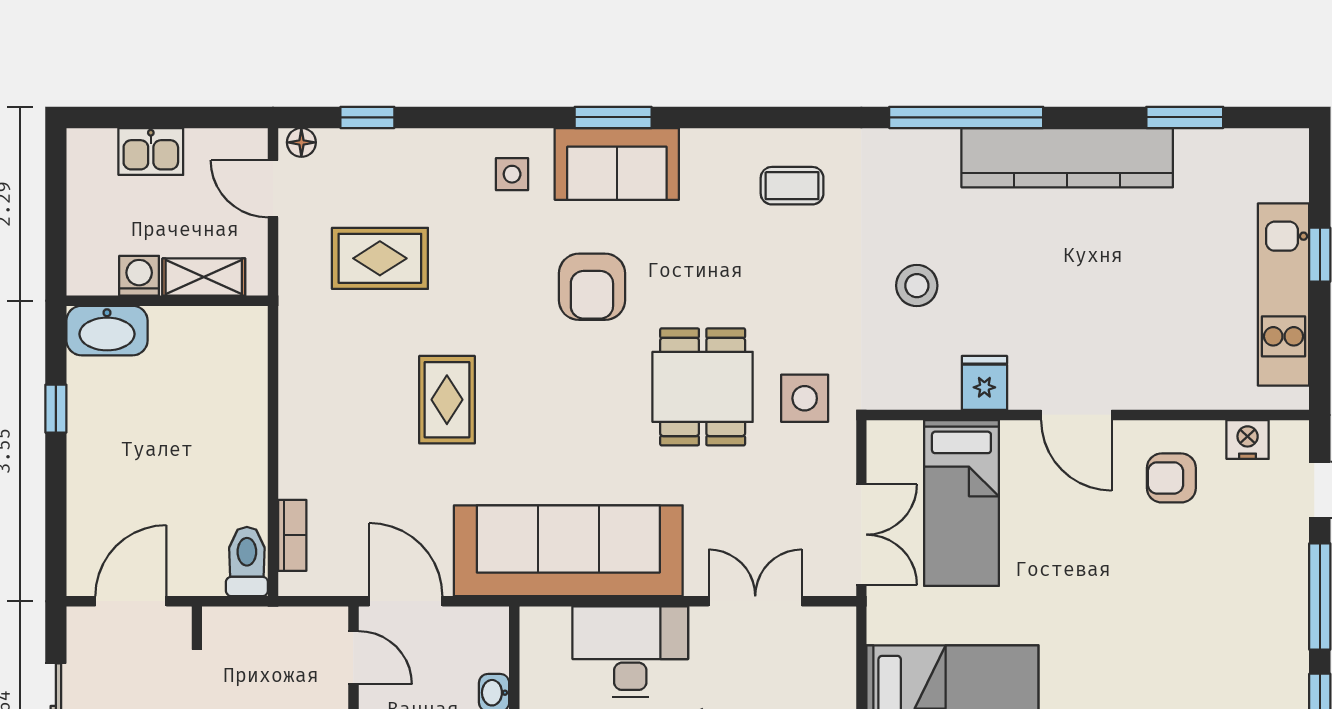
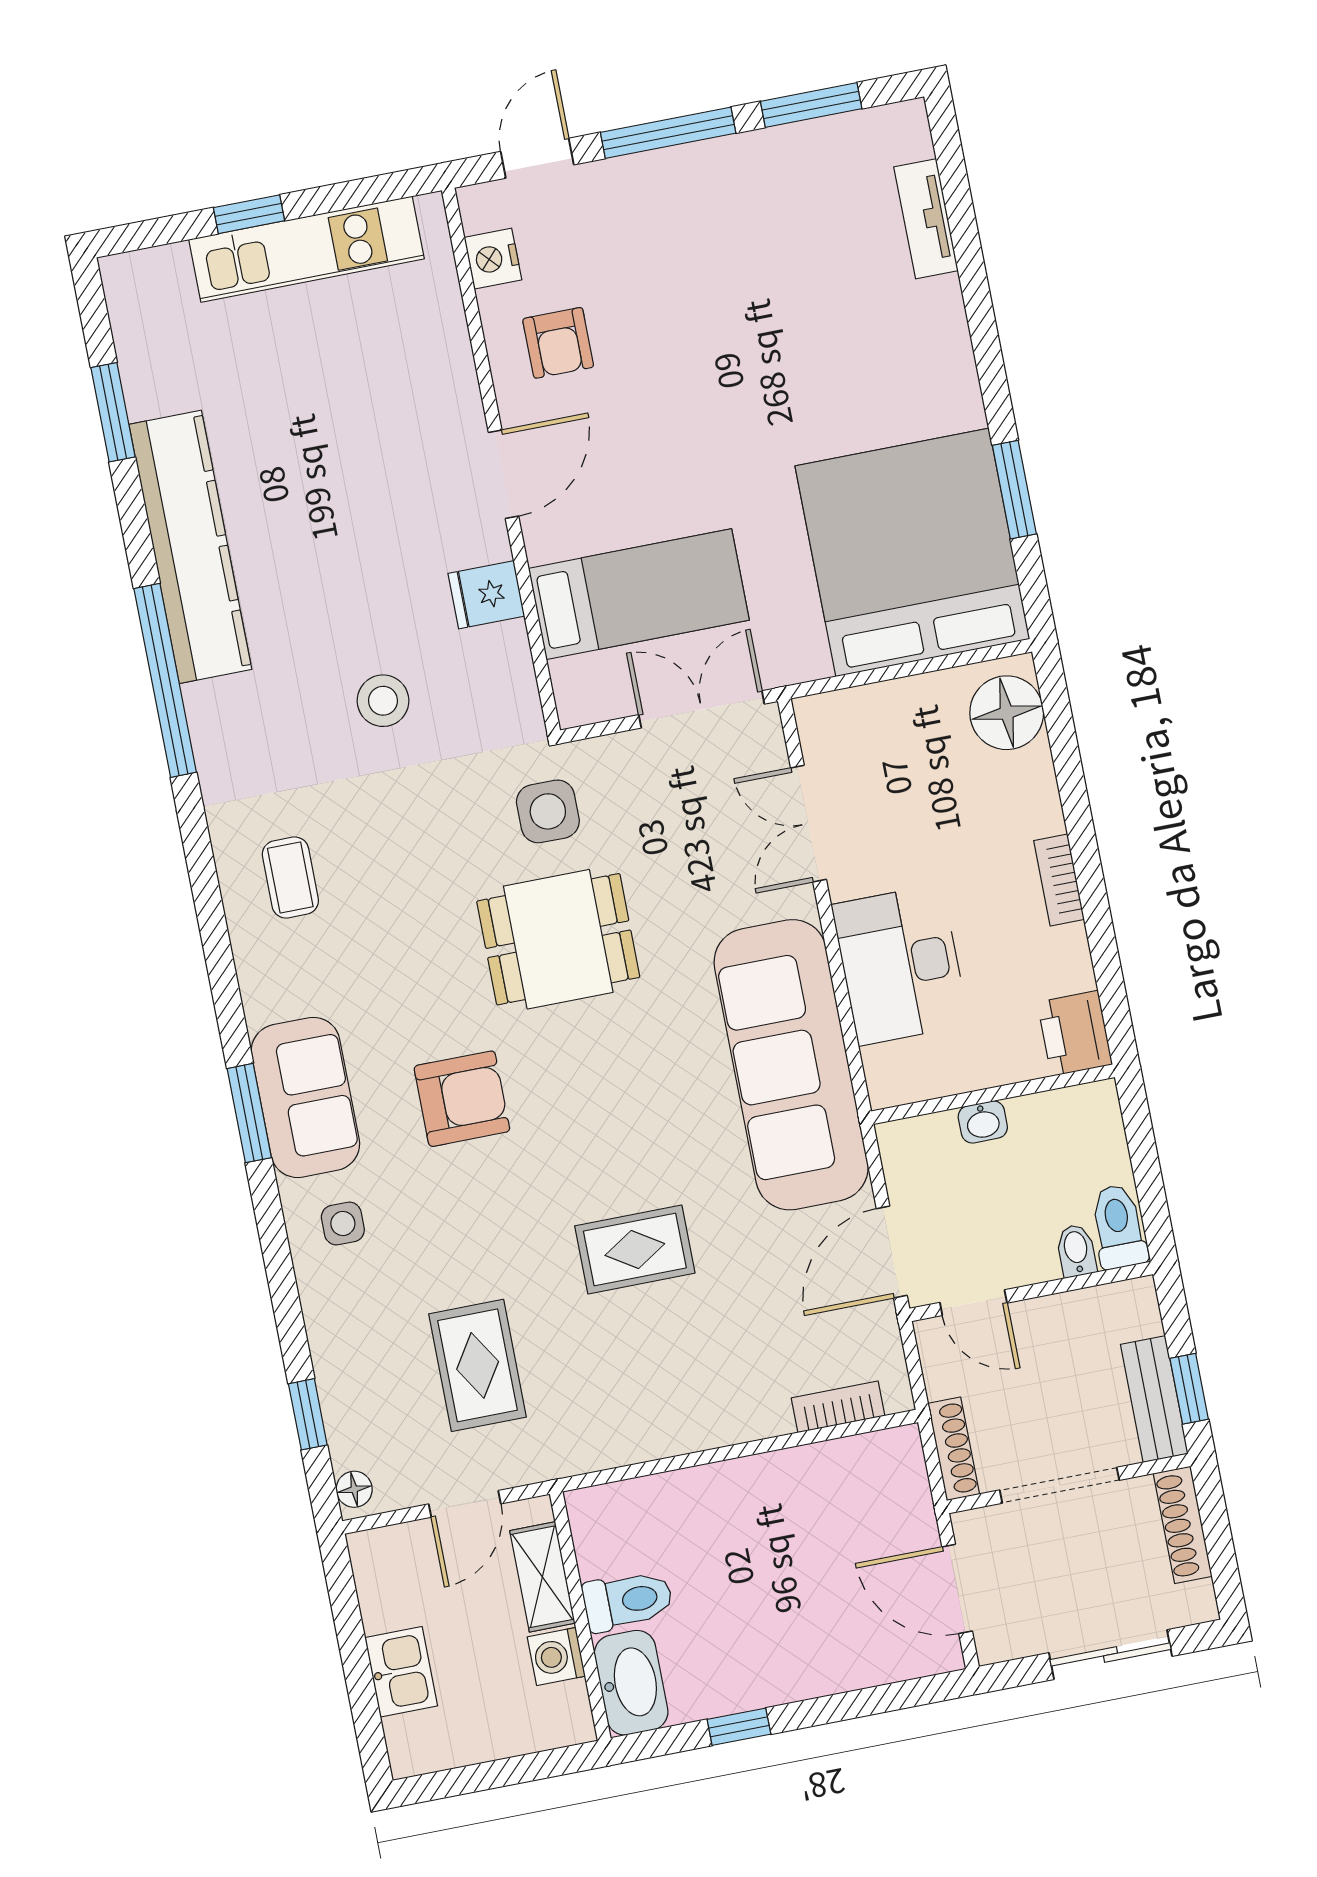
door: (273, 189) -> (465, 1504), moved
toilet: (247, 561) -> (628, 1601), moved, turned 180
shoe rack: (242, 620) -> (954, 1449), added
door: (353, 658) -> (973, 1303), swing flipped

